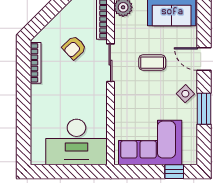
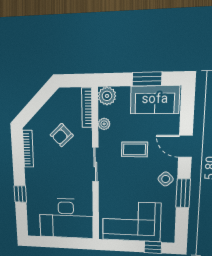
plant: (120, 36) -> (104, 124), added
sliding door: (110, 63) -> (95, 164), moved
window: (24, 115) -> (20, 194), added

